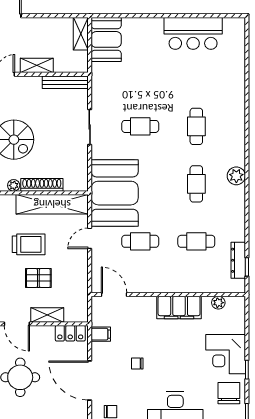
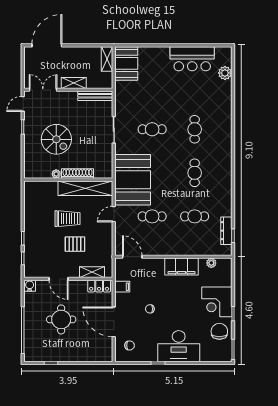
plant: (236, 176) -> (225, 73), moved
shelving: (47, 315) -> (92, 272), moved

